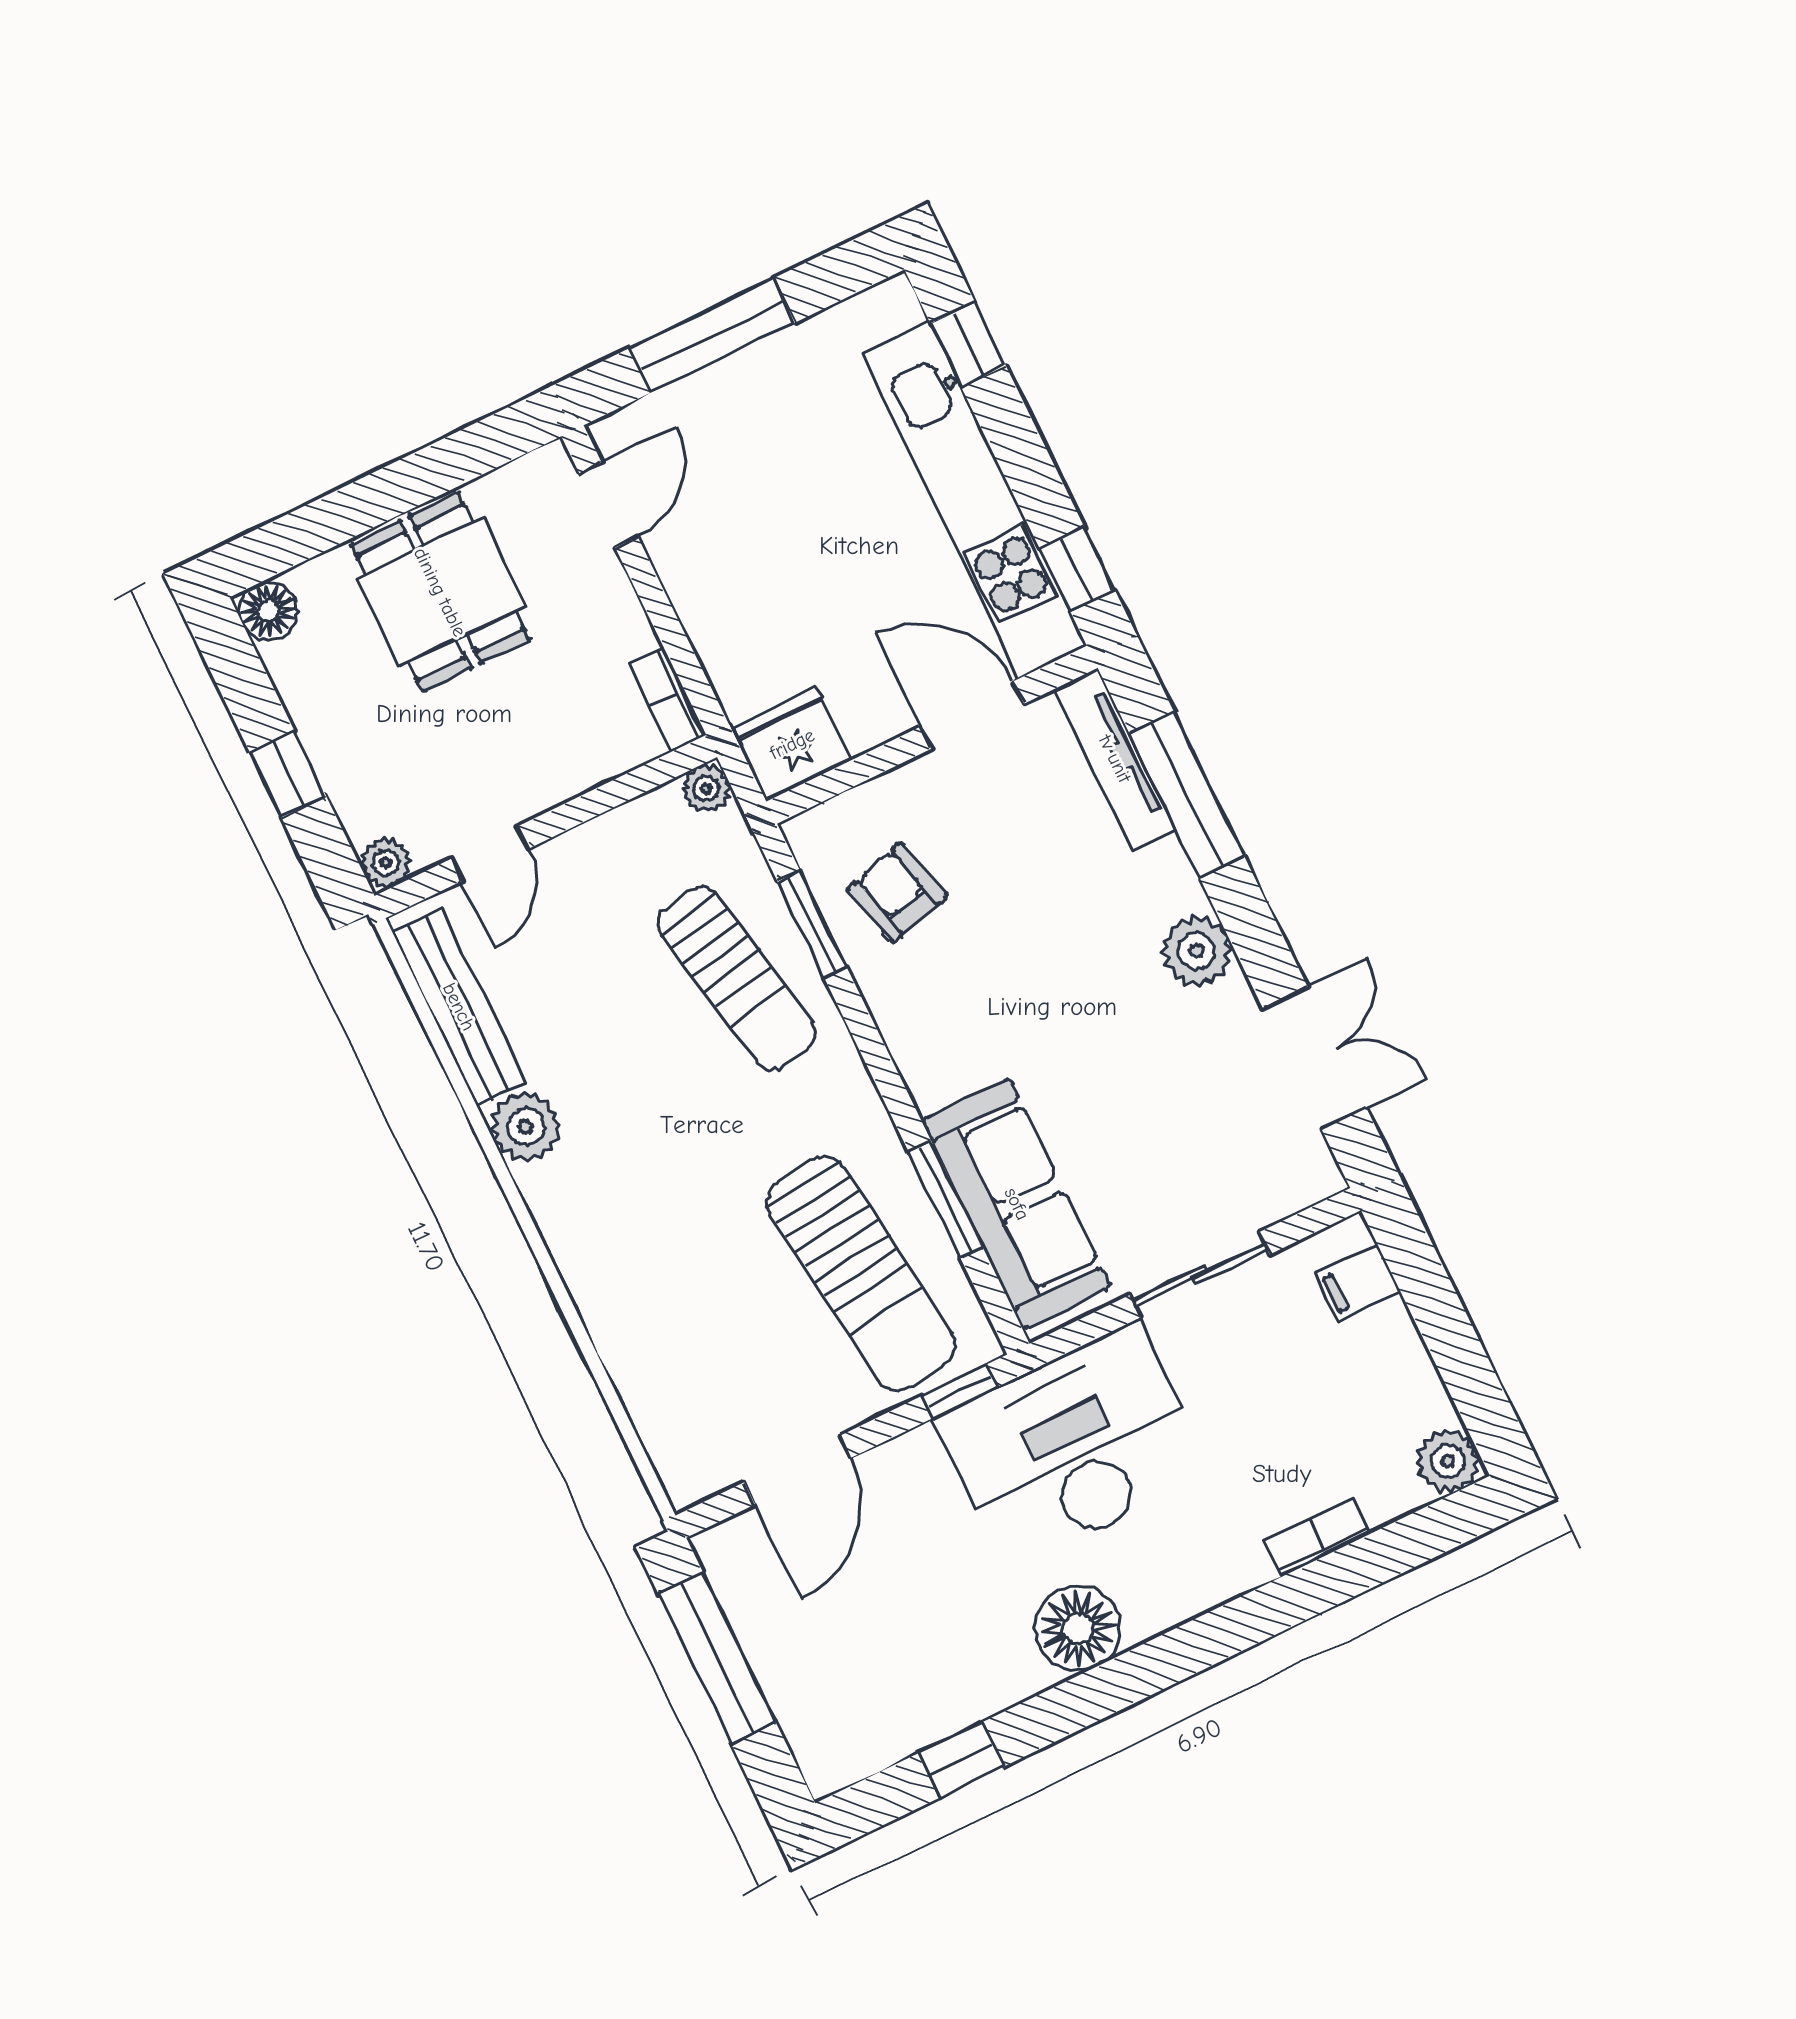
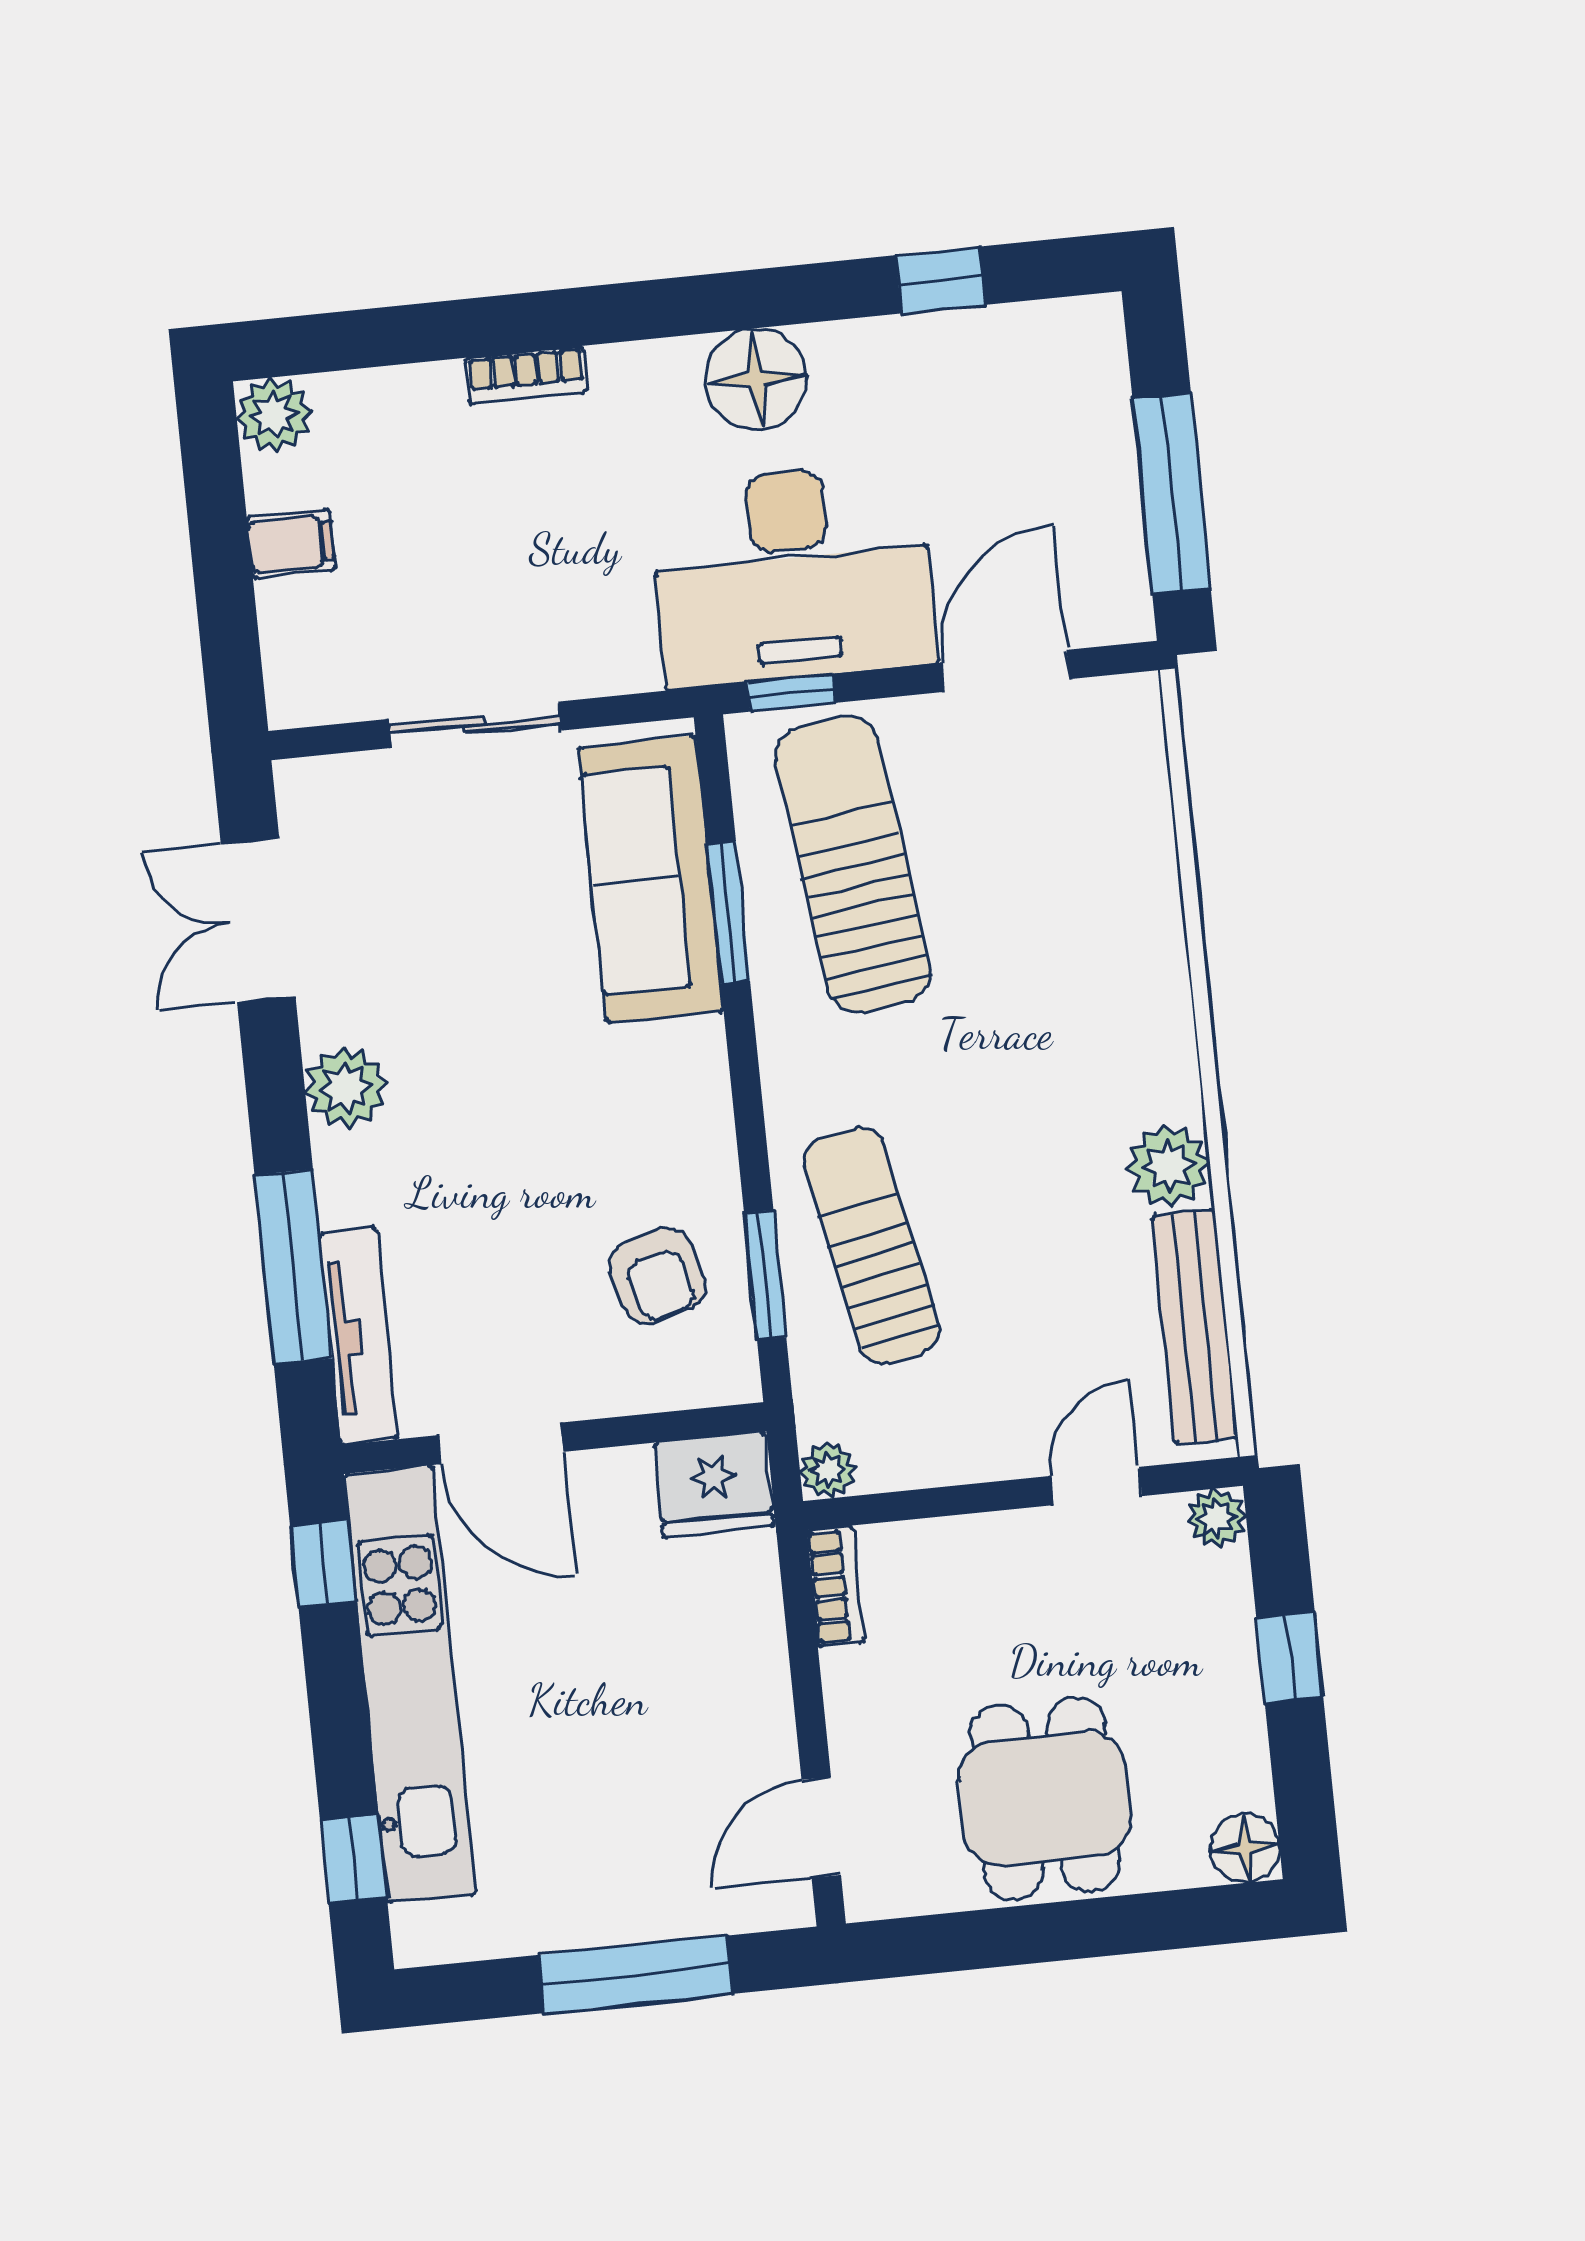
filing cabinet: (1358, 1283) -> (291, 544), moved
desk: (1073, 1446) -> (792, 574), moved
bookcase: (1318, 1537) -> (526, 375), moved

